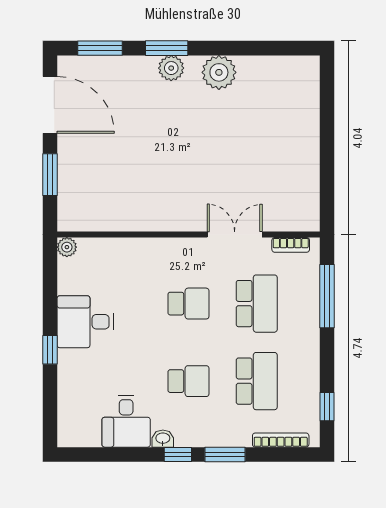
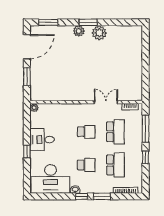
window: (167, 48) -> (88, 22), moved
door: (50, 105) -> (27, 47), hinge flipped
window: (327, 407) -> (145, 157), moved
desk: (126, 421) -> (51, 179), width x1.87, depth x1.30

